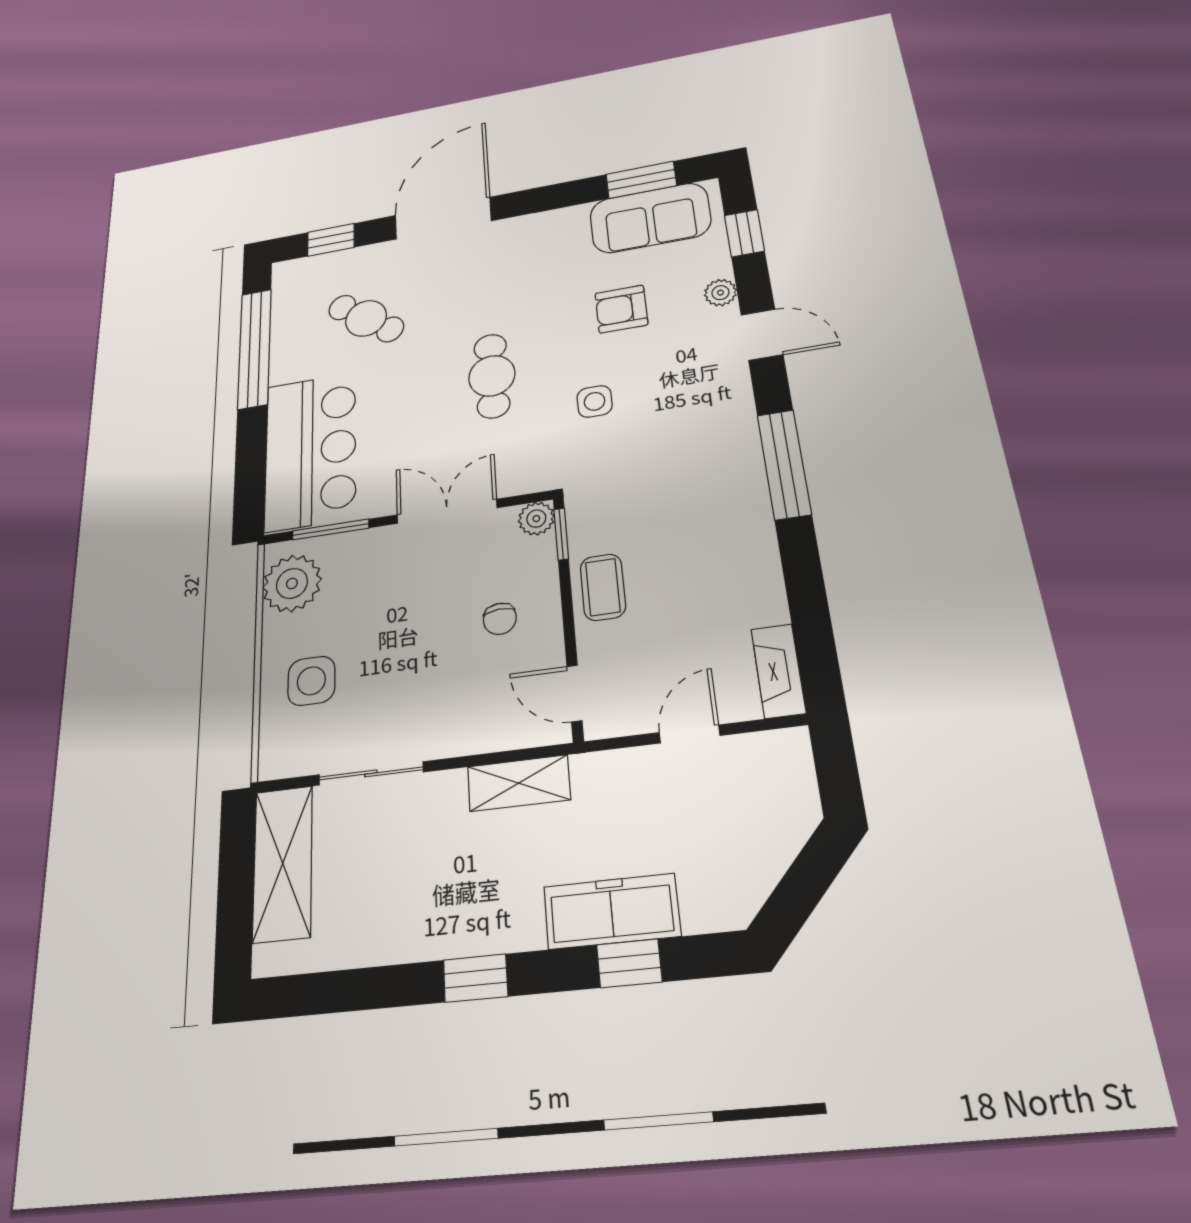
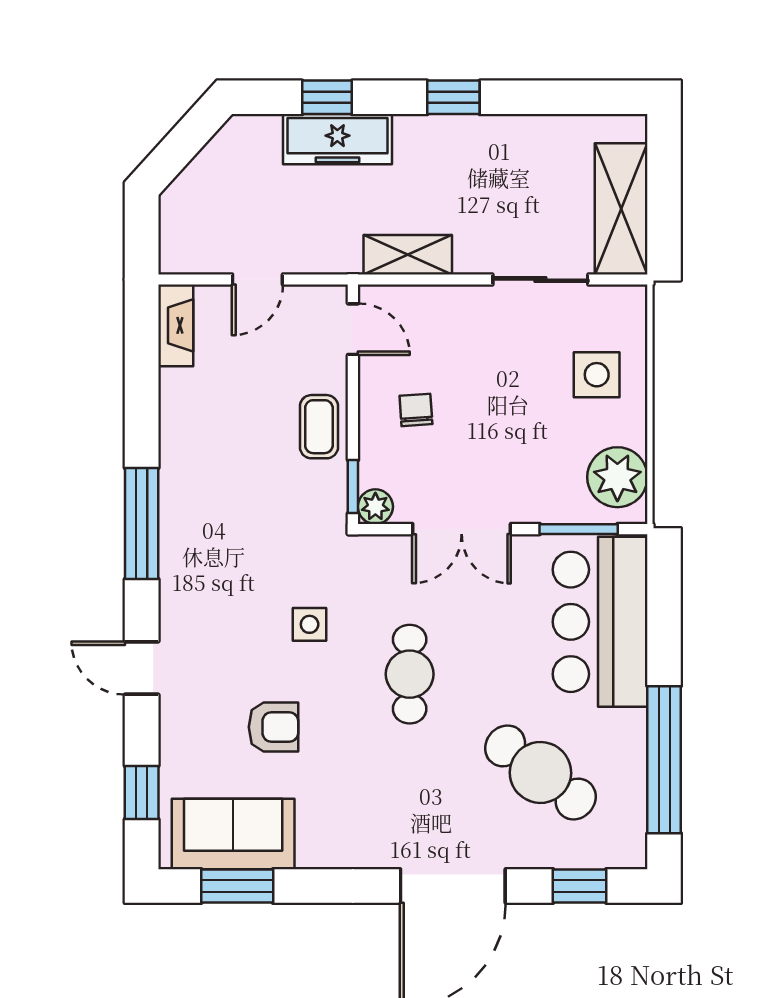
plant: (720, 293) -> (174, 726), removed
cafe table: (366, 318) -> (540, 772), width x1.37, depth x1.35

